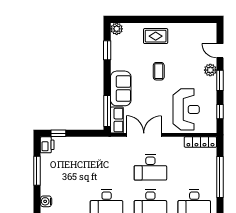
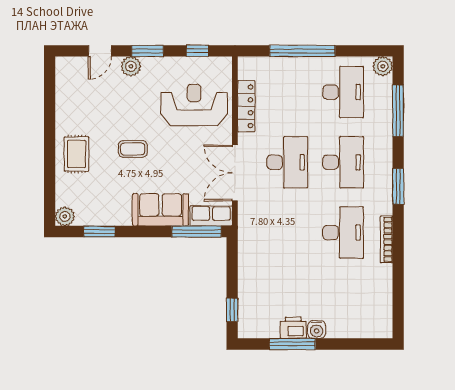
locker: (200, 142) -> (246, 106), moved
printer: (47, 145) -> (293, 328), moved
water cooler: (46, 201) -> (317, 330), moved

